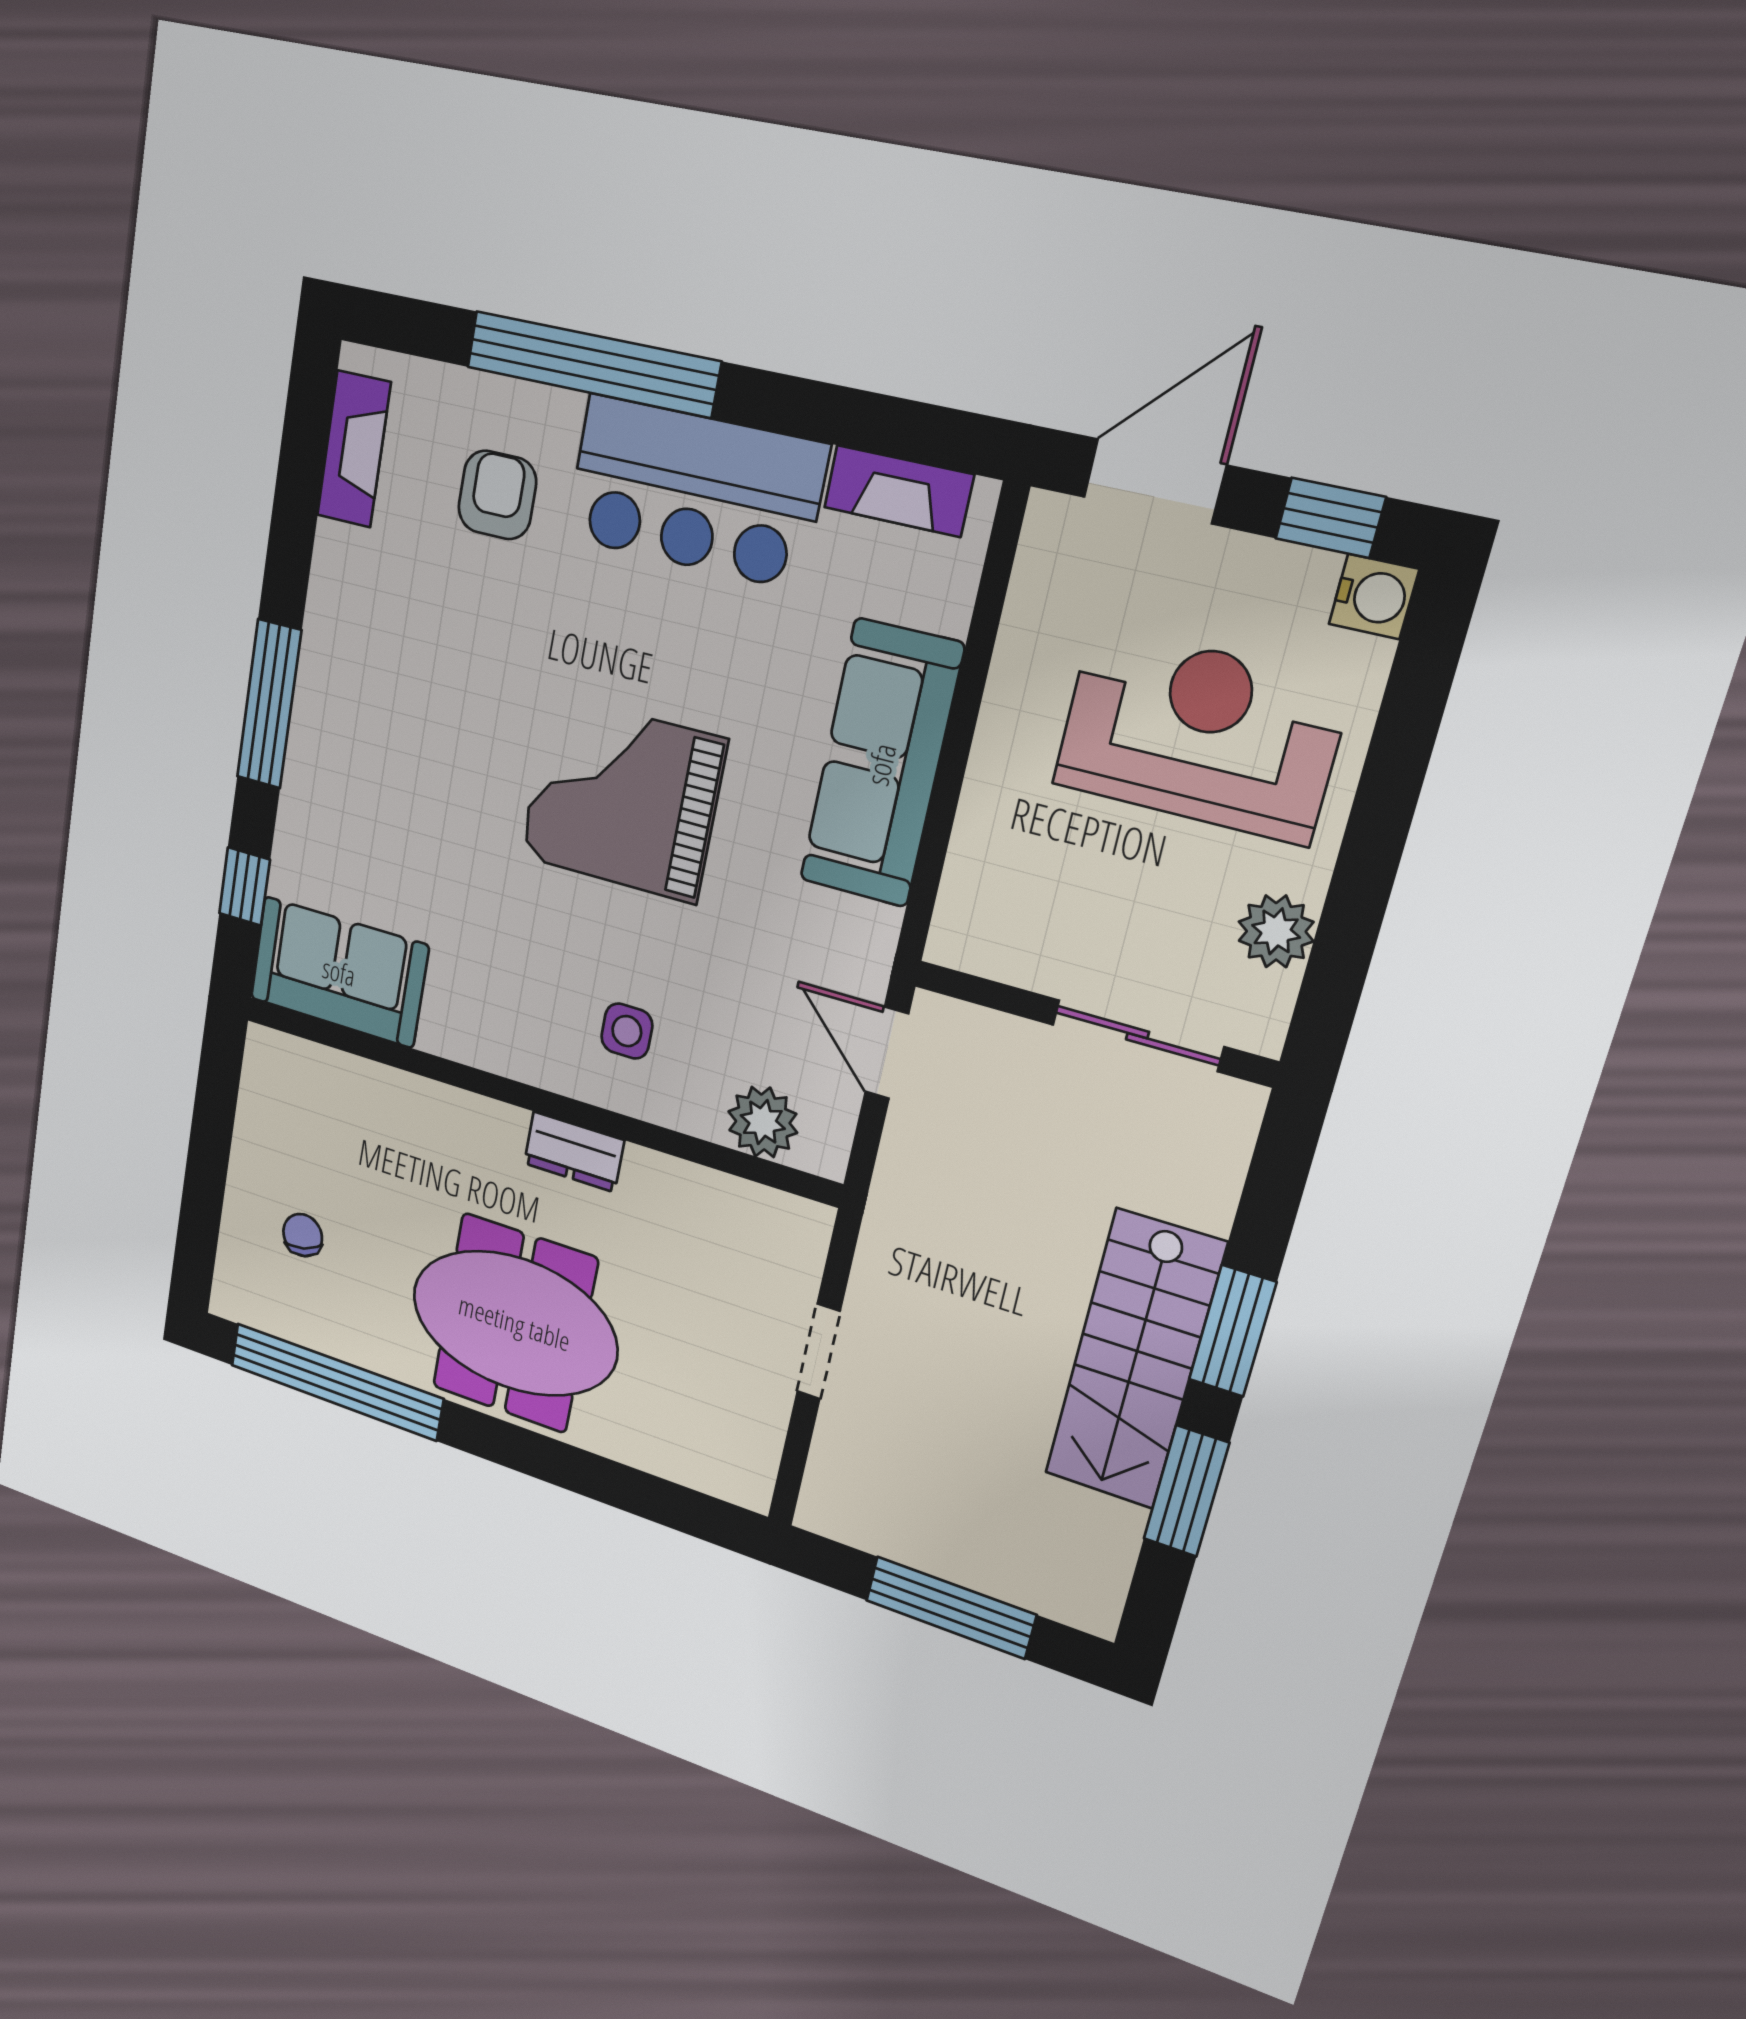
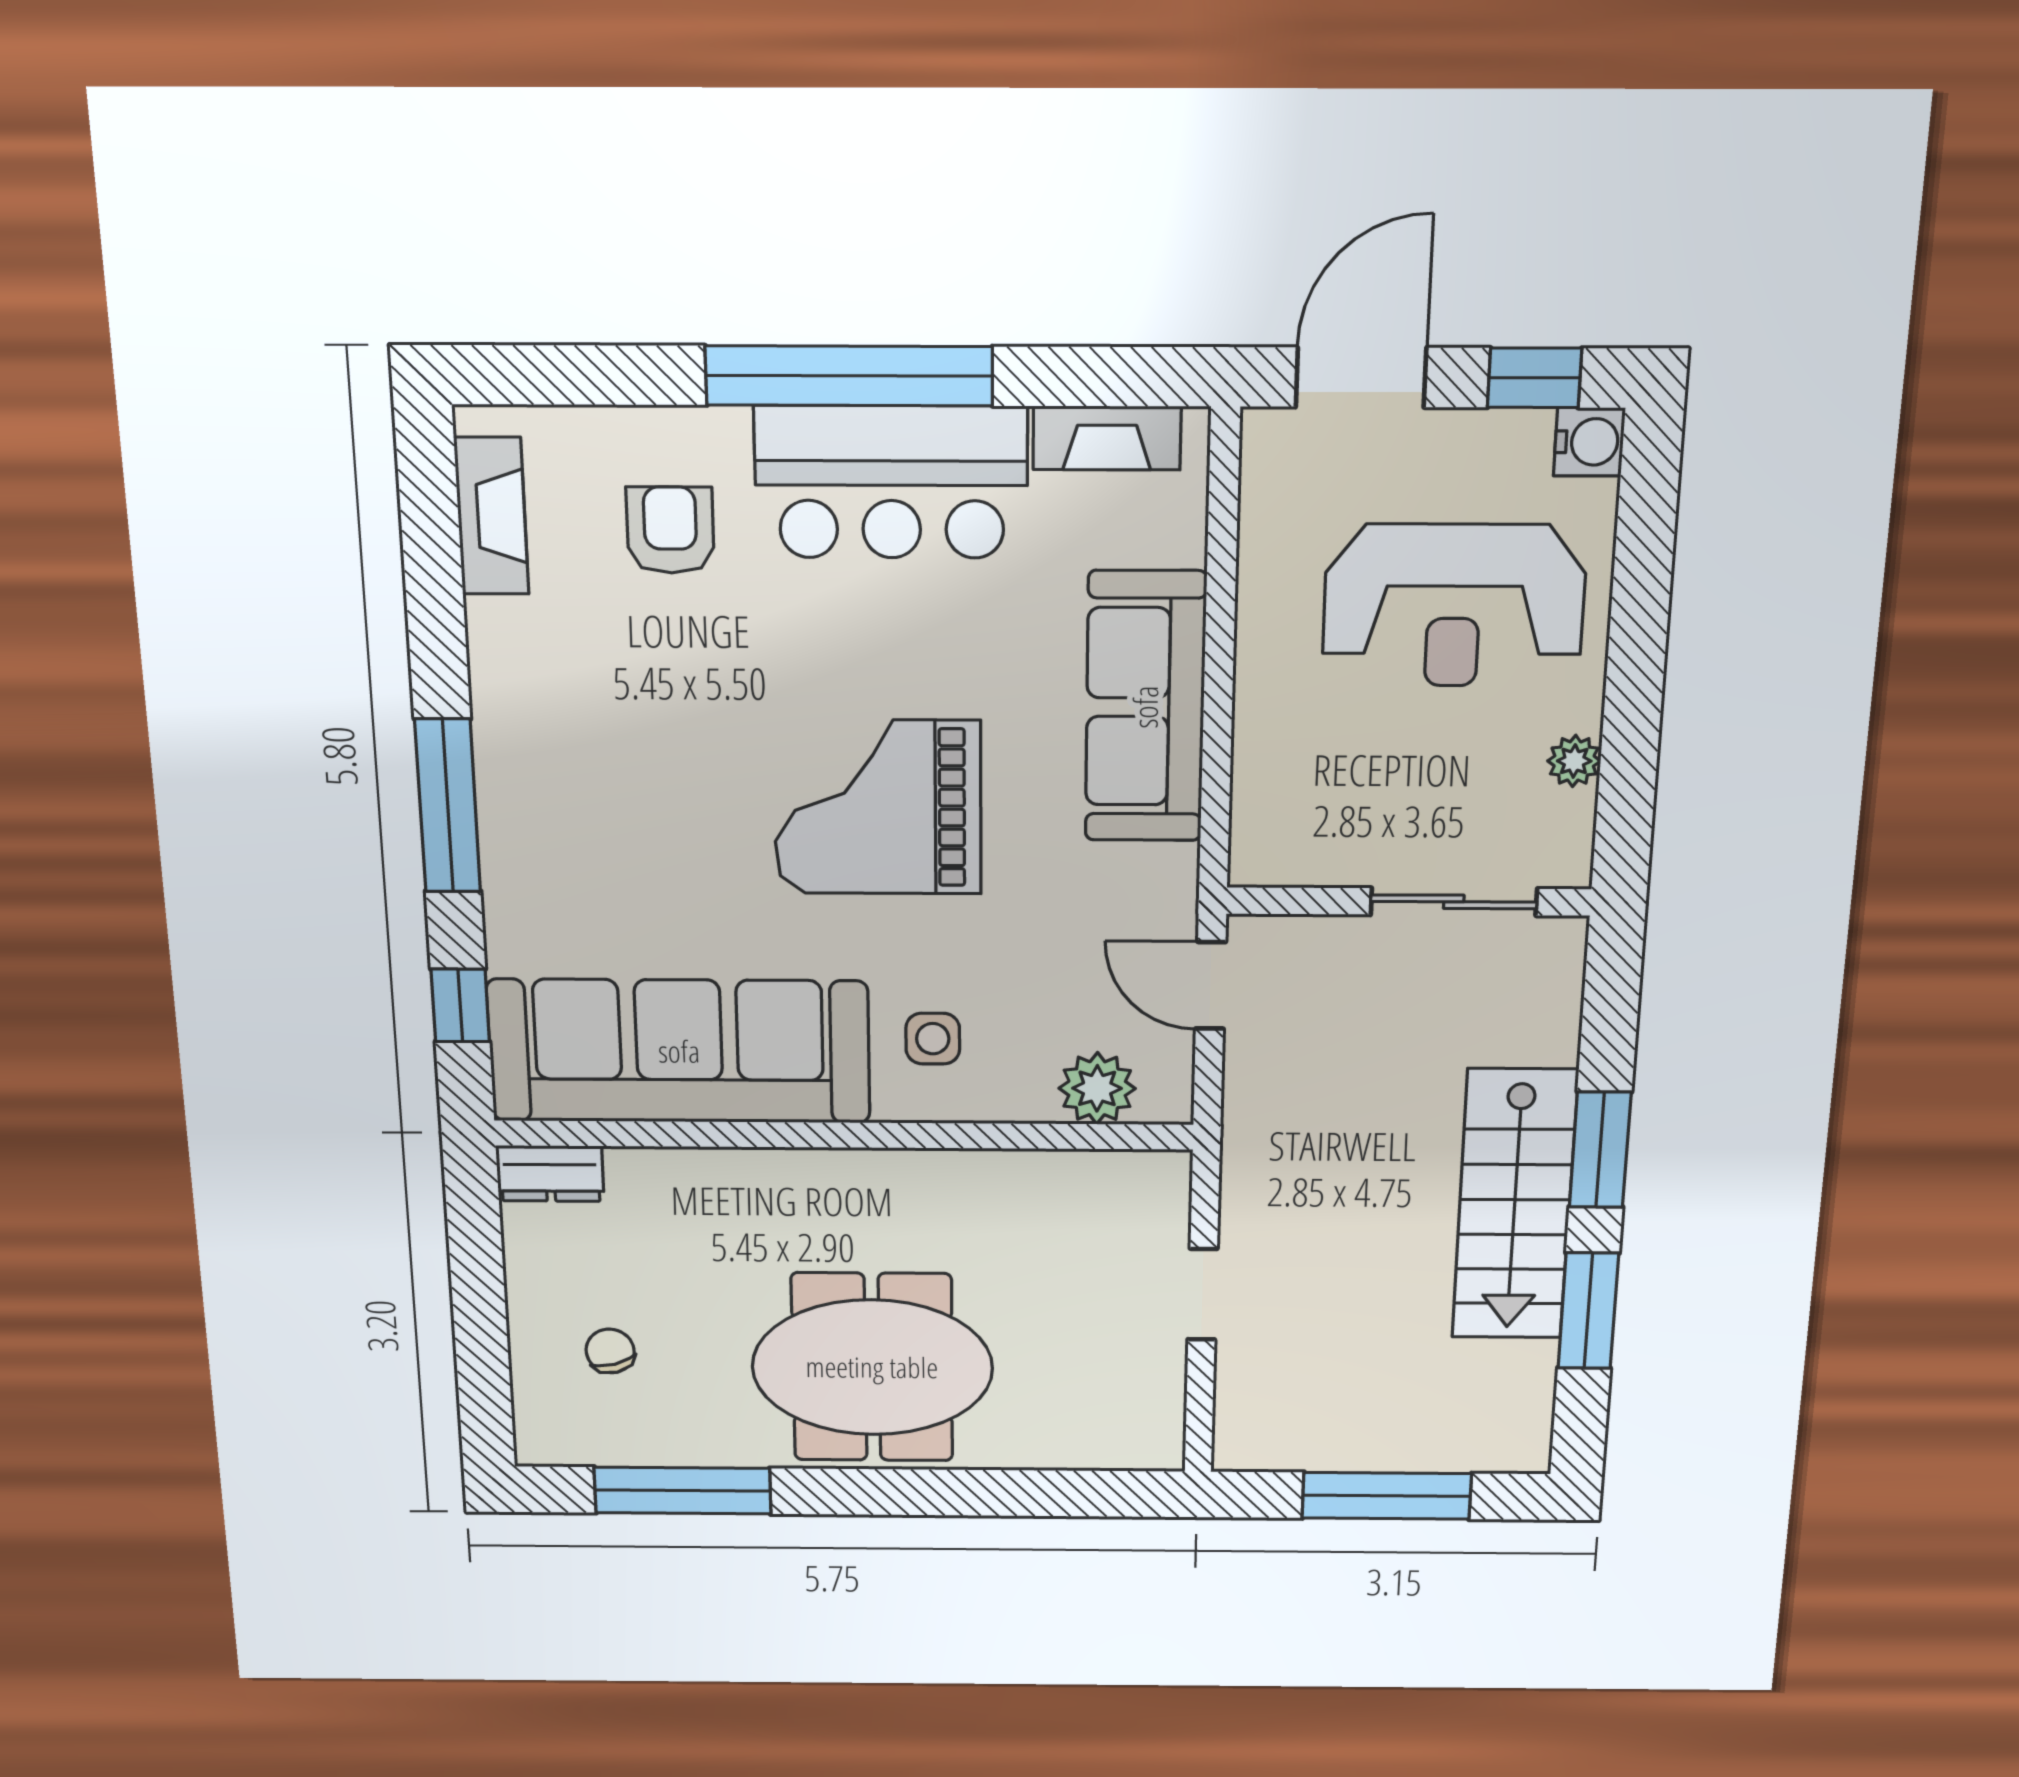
window: (592, 364) -> (849, 376), moved
reception desk: (1200, 734) -> (1454, 606), turned 180
plant: (1276, 931) -> (1574, 761), width x0.73, depth x0.73
sofa: (339, 972) -> (679, 1051), width x1.85, depth x1.27
dresser: (574, 1152) -> (550, 1173), moved
window: (336, 1382) -> (683, 1491), width x0.68

